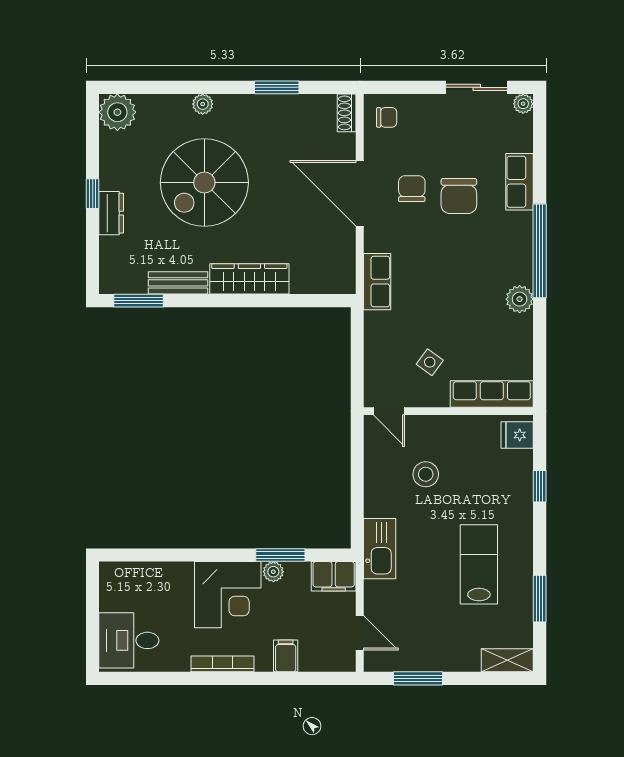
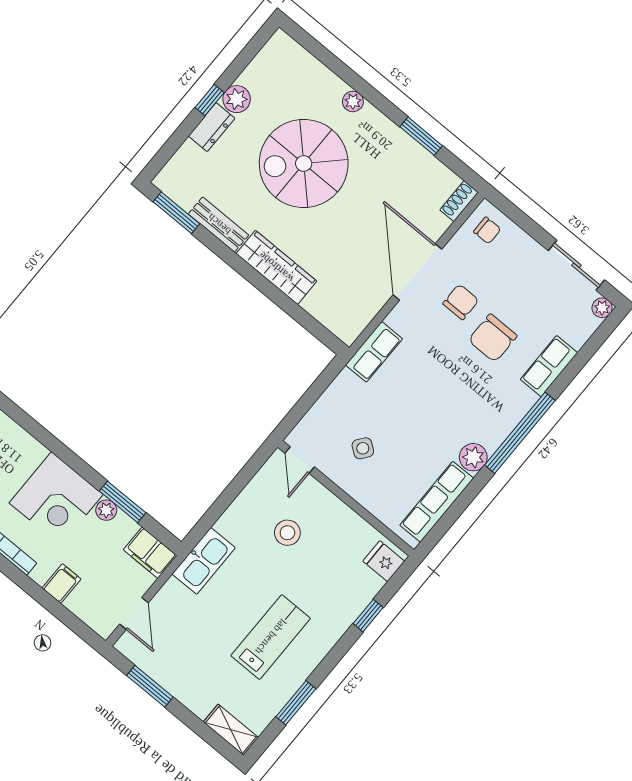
plant: (117, 112) -> (237, 99), moved, width x0.73, depth x0.73
row of seats: (492, 394) -> (437, 502), moved, turned -90

